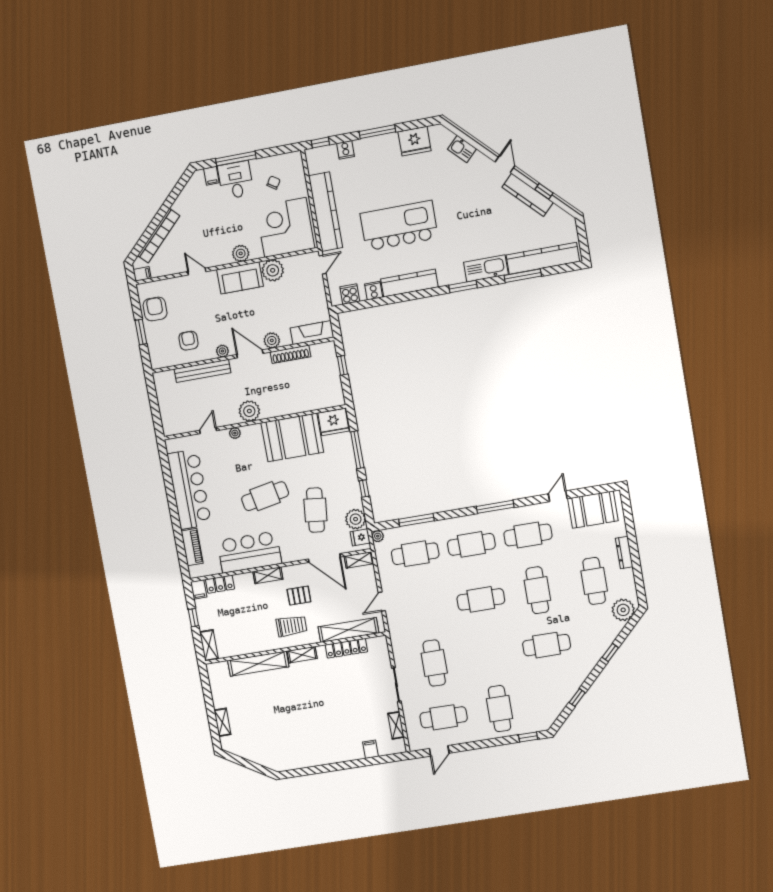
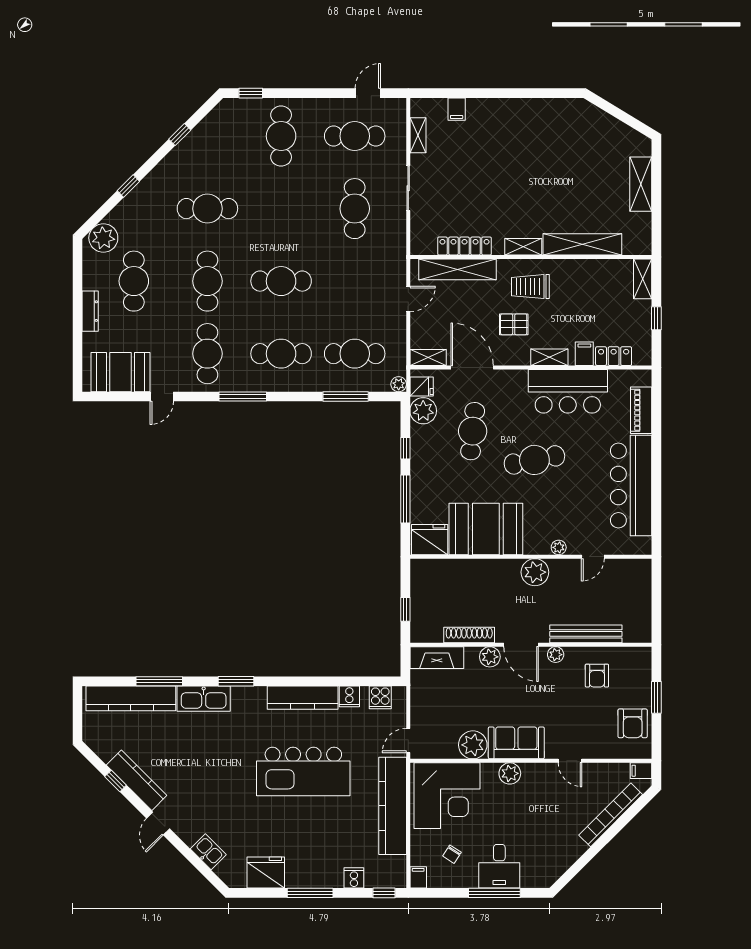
filing cabinet: (211, 176) -> (418, 877), moved
cafe table: (528, 535) -> (207, 354), turned 90
filing cabinet: (199, 589) -> (584, 354), moved
shelving: (222, 722) -> (641, 184), width x1.50, depth x1.33

